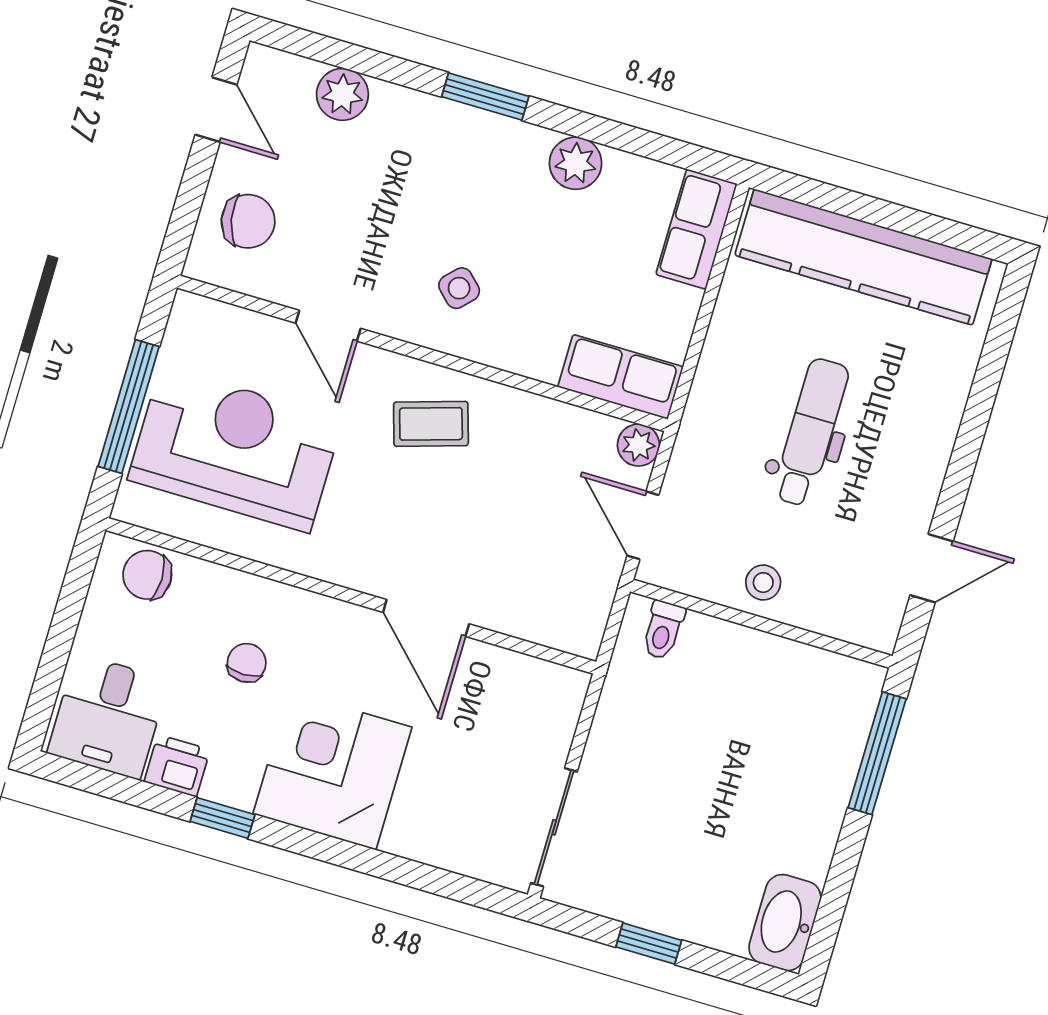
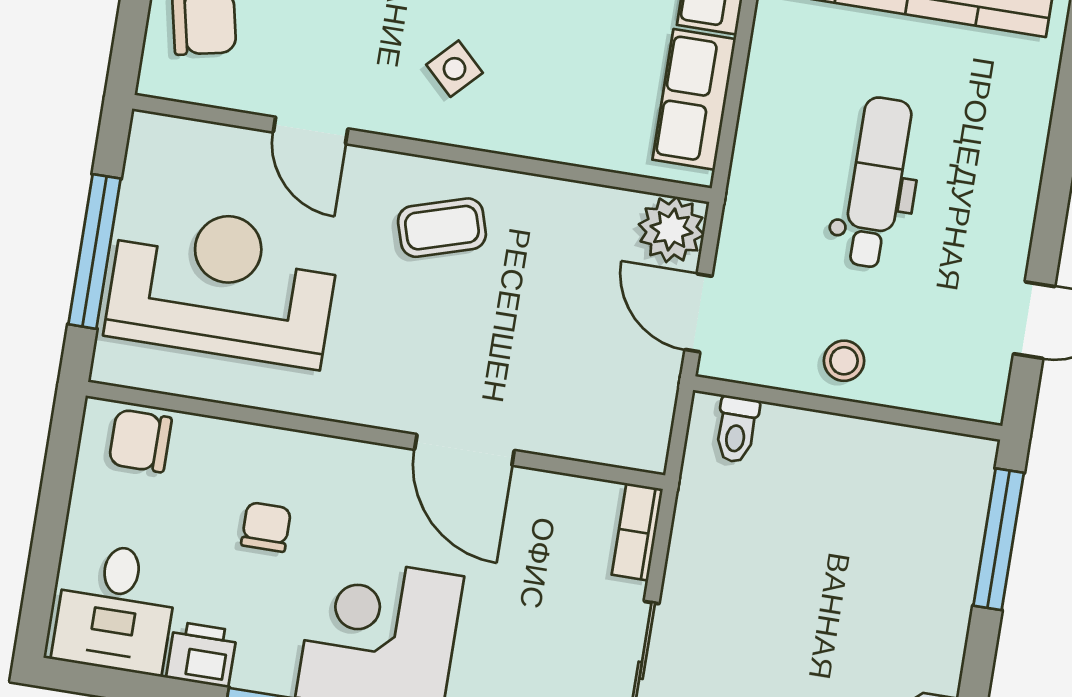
row of seats: (620, 377) -> (694, 99), moved, turned -90
plant: (638, 445) -> (671, 229), width x1.38, depth x1.38
bookcase: (566, 708) -> (637, 532), added

